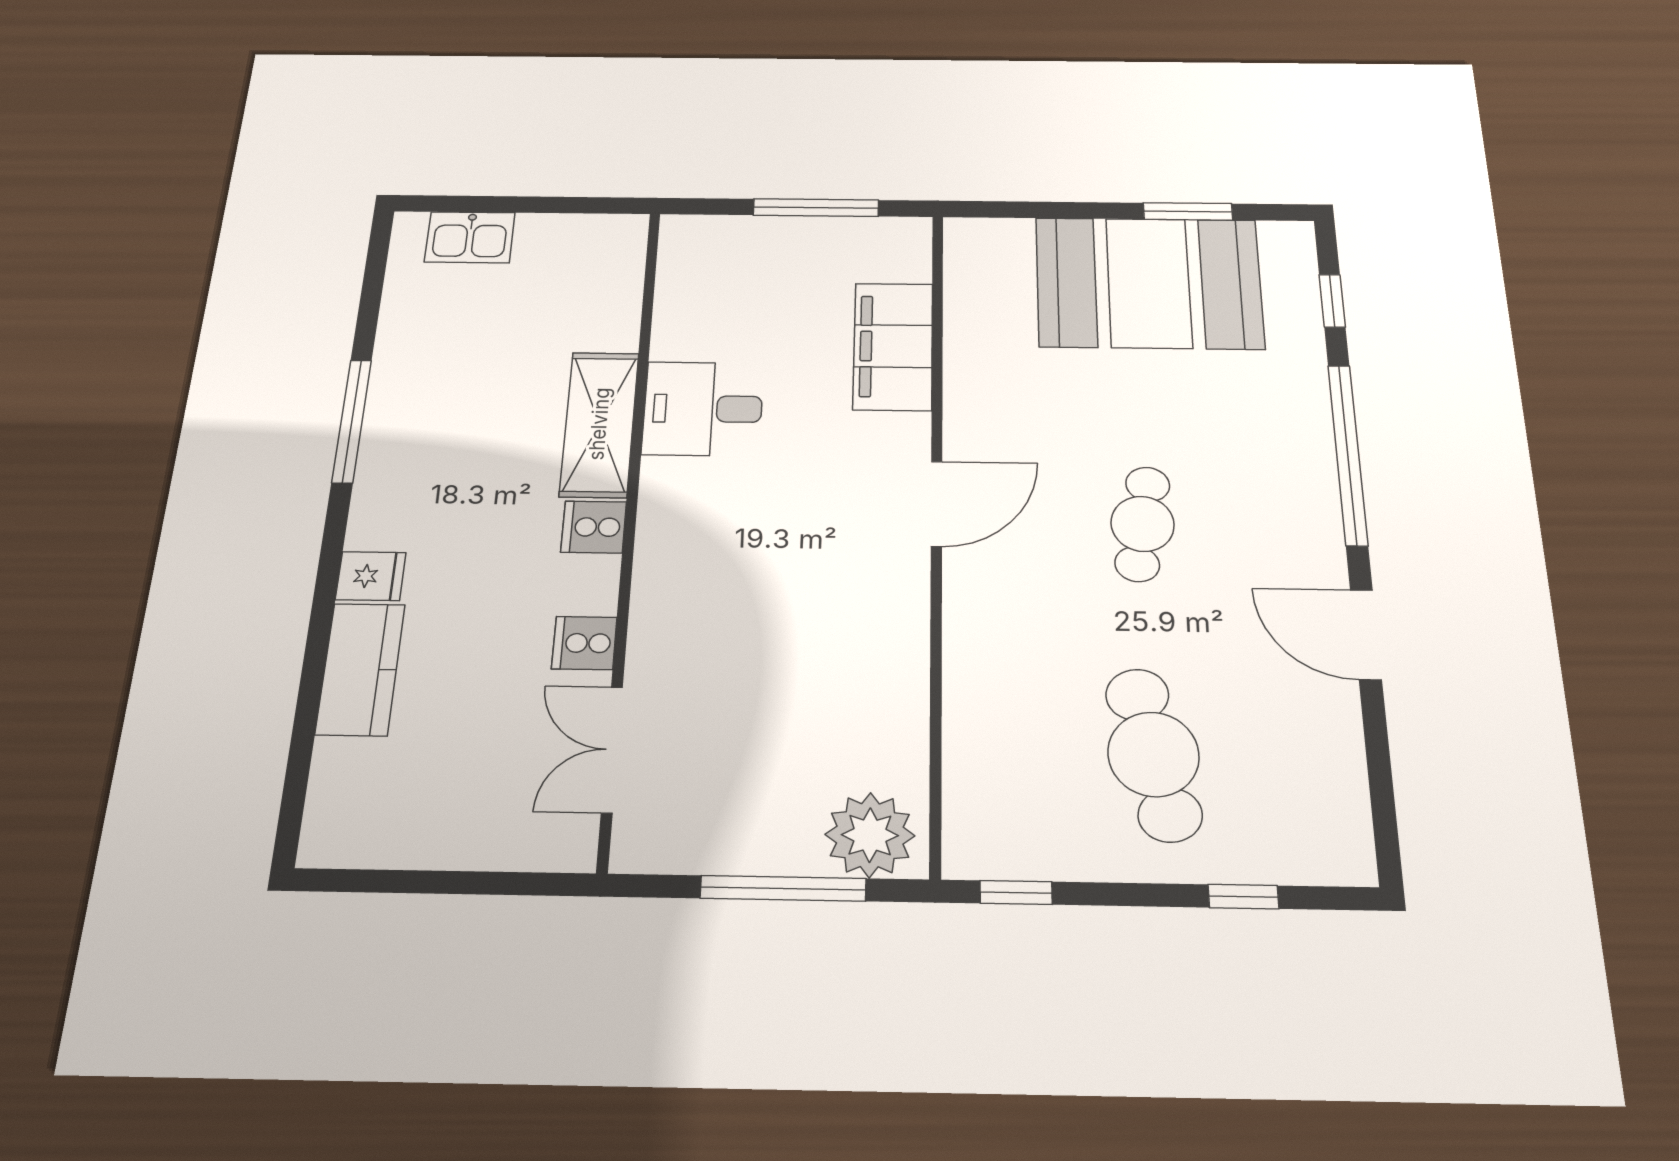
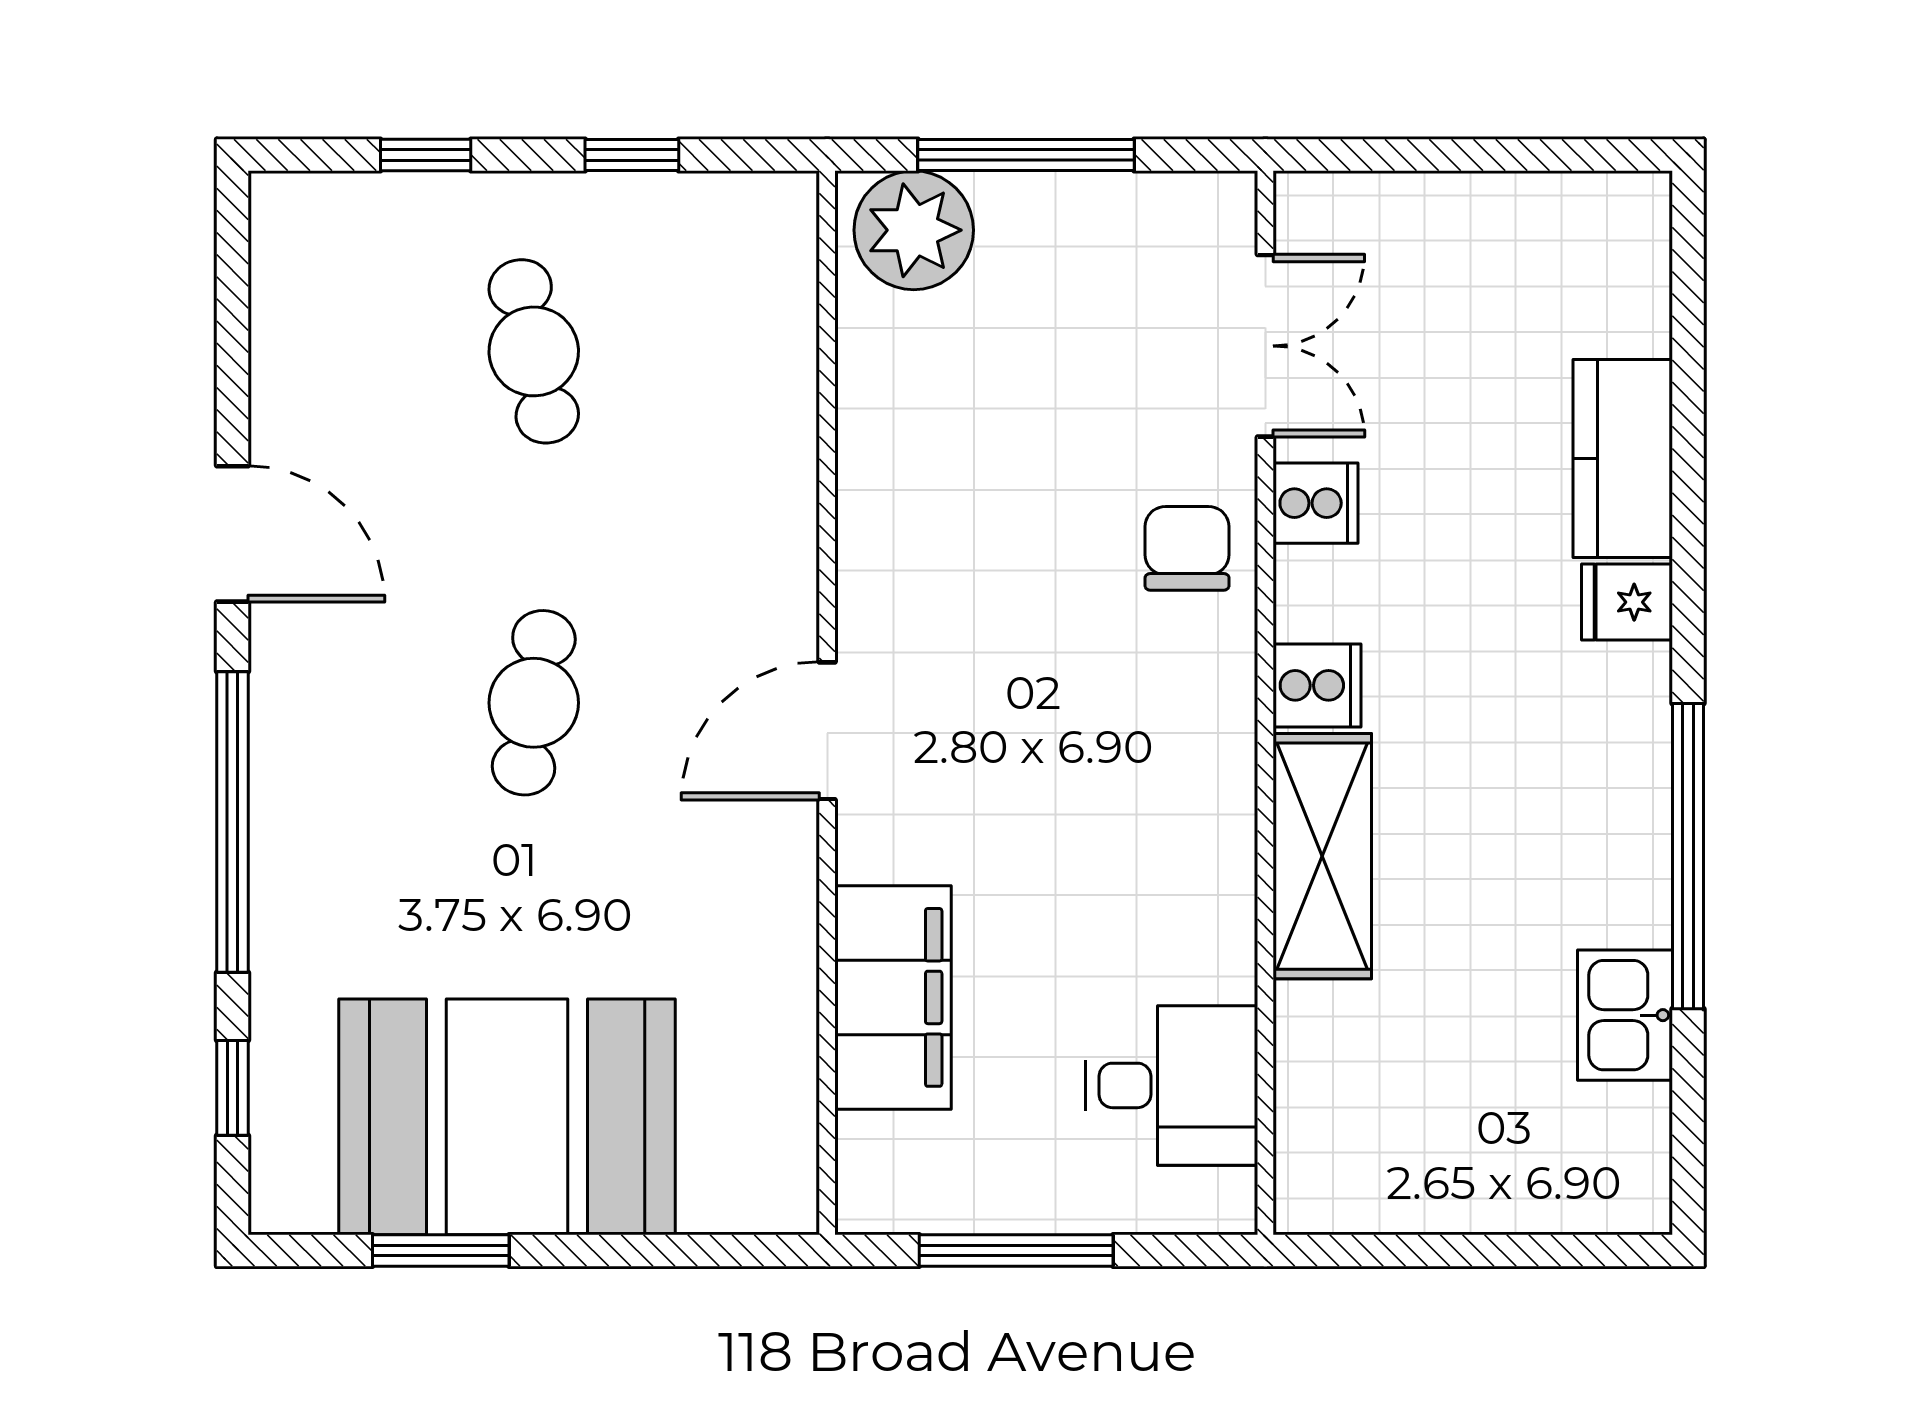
kitchen sink: (470, 237) -> (1625, 1015), moved, turned -90
desk: (703, 409) -> (1171, 1085), moved
window: (352, 421) -> (1688, 856), width x1.46
chair: (679, 615) -> (1187, 548), added
cafe table: (1153, 754) -> (534, 351), width x0.73, depth x0.74
window: (1016, 892) -> (632, 155), moved

